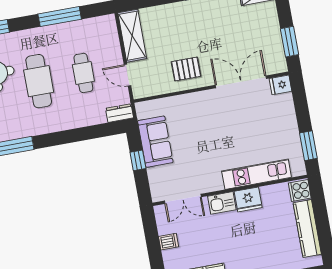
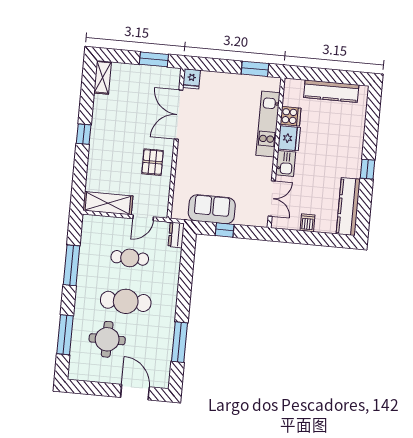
cooker: (300, 190) -> (291, 116), moved, turned -90

